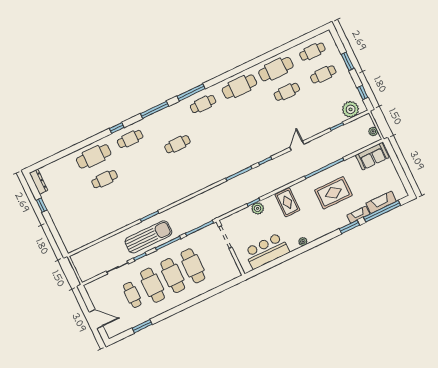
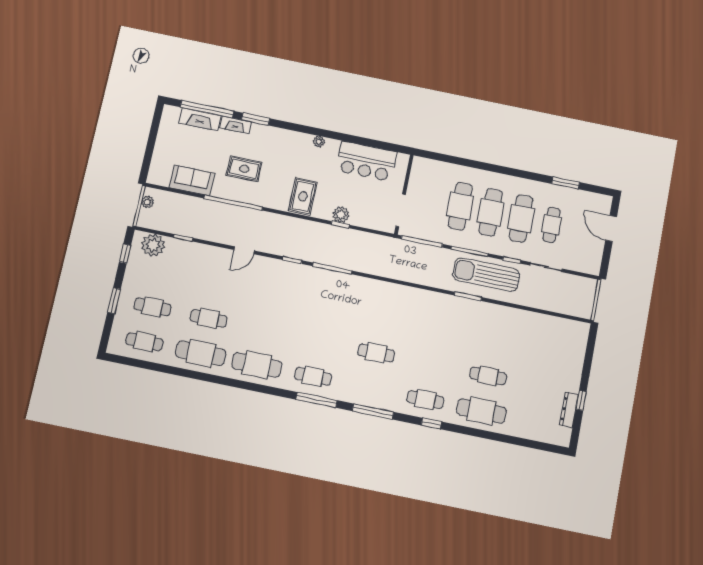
sofa: (372, 156) -> (192, 181), moved
dresser: (39, 182) -> (569, 410), moved
rug: (333, 193) -> (244, 169), width x0.73, depth x0.70

